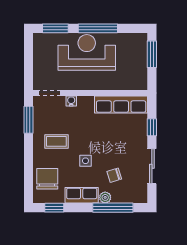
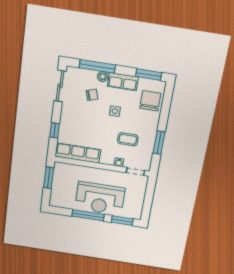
window: (152, 54) -> (49, 178), moved
window: (28, 120) -> (159, 143), moved
coffee table: (56, 141) -> (128, 139), moved
sliding door: (152, 166) -> (60, 86), moved
chair: (47, 179) -> (150, 101), turned 180
window: (54, 208) -> (149, 75), width x1.50

